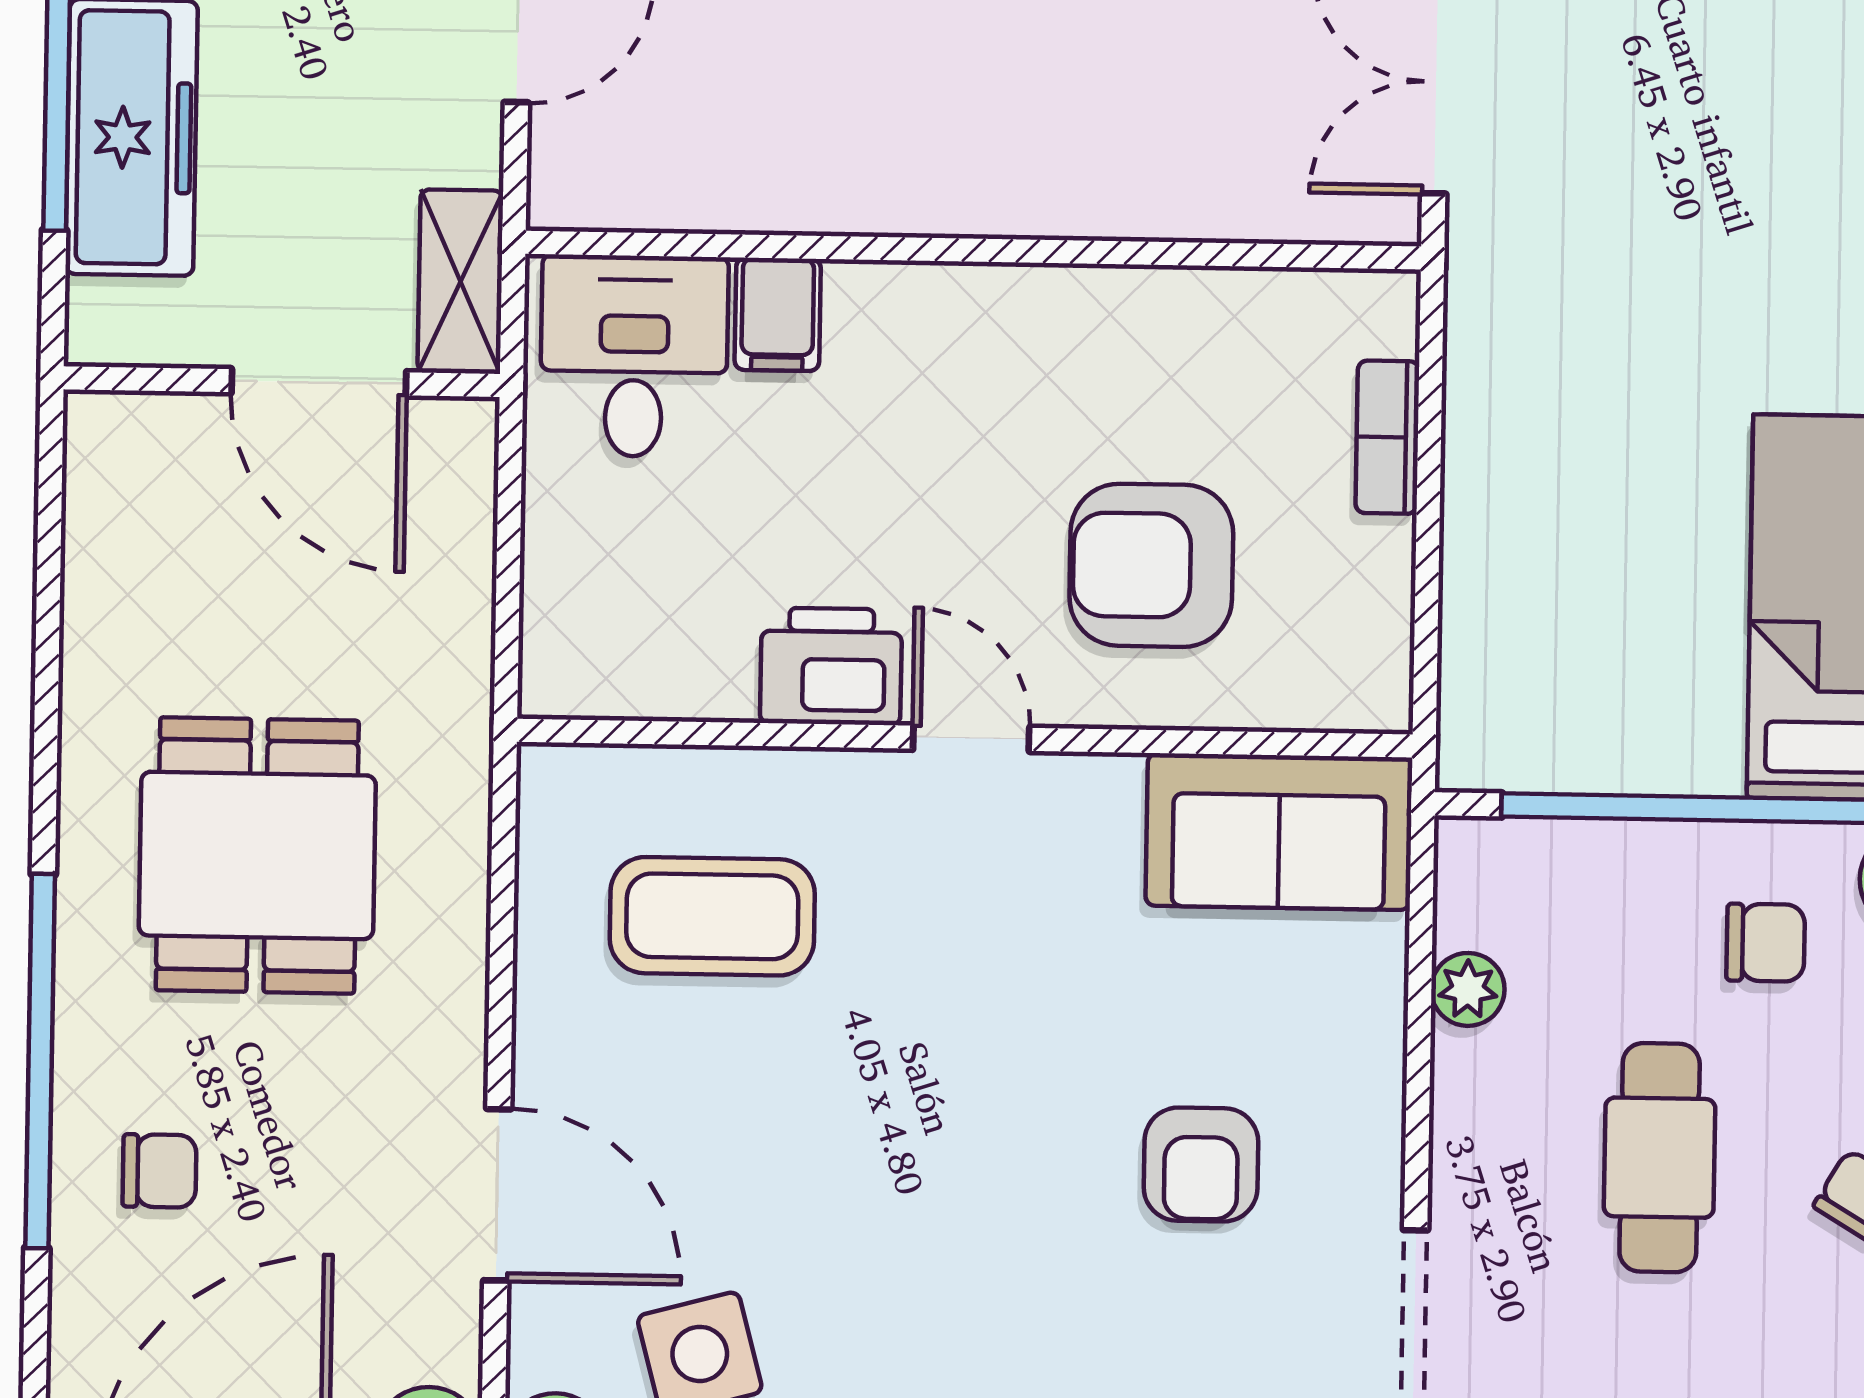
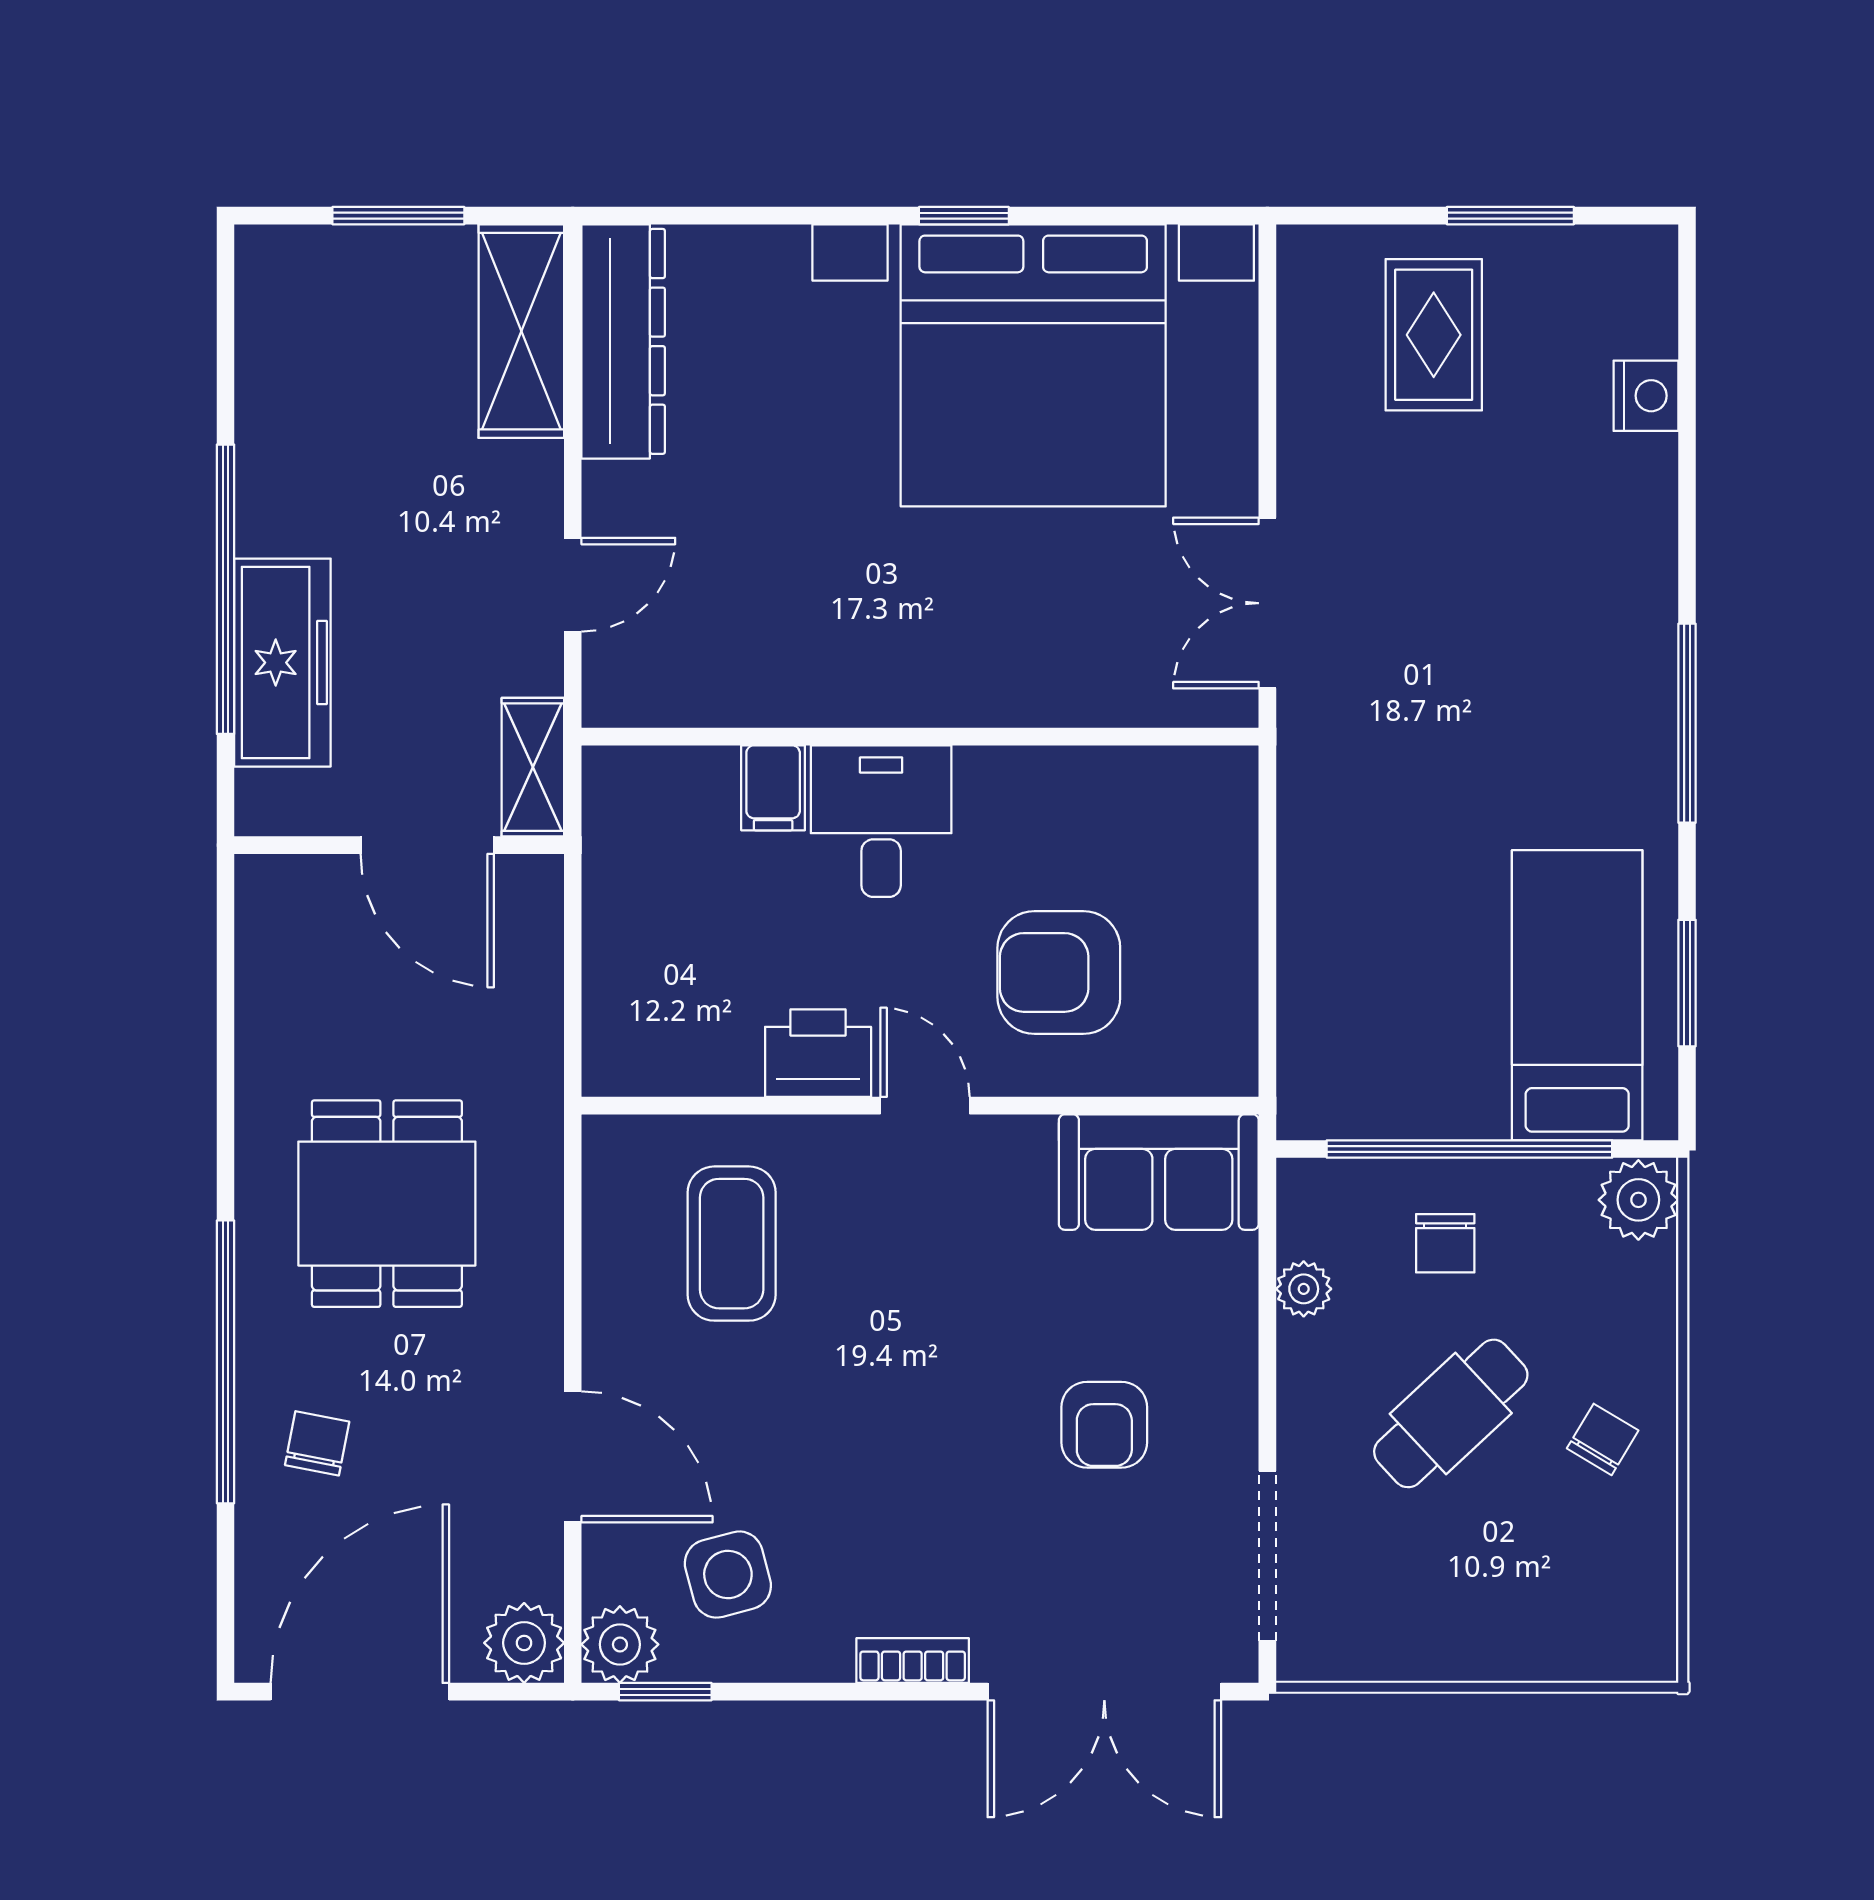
desk: (634, 356) -> (881, 821), moved
bookcase: (1387, 437) -> (1236, 873), removed
coffee table: (712, 916) -> (732, 1244), turned 90
chair: (1766, 943) -> (1445, 1243), moved, turned 90
cafe table: (1660, 1158) -> (1451, 1413), turned 47
chair: (159, 1171) -> (317, 1443), turned -79

